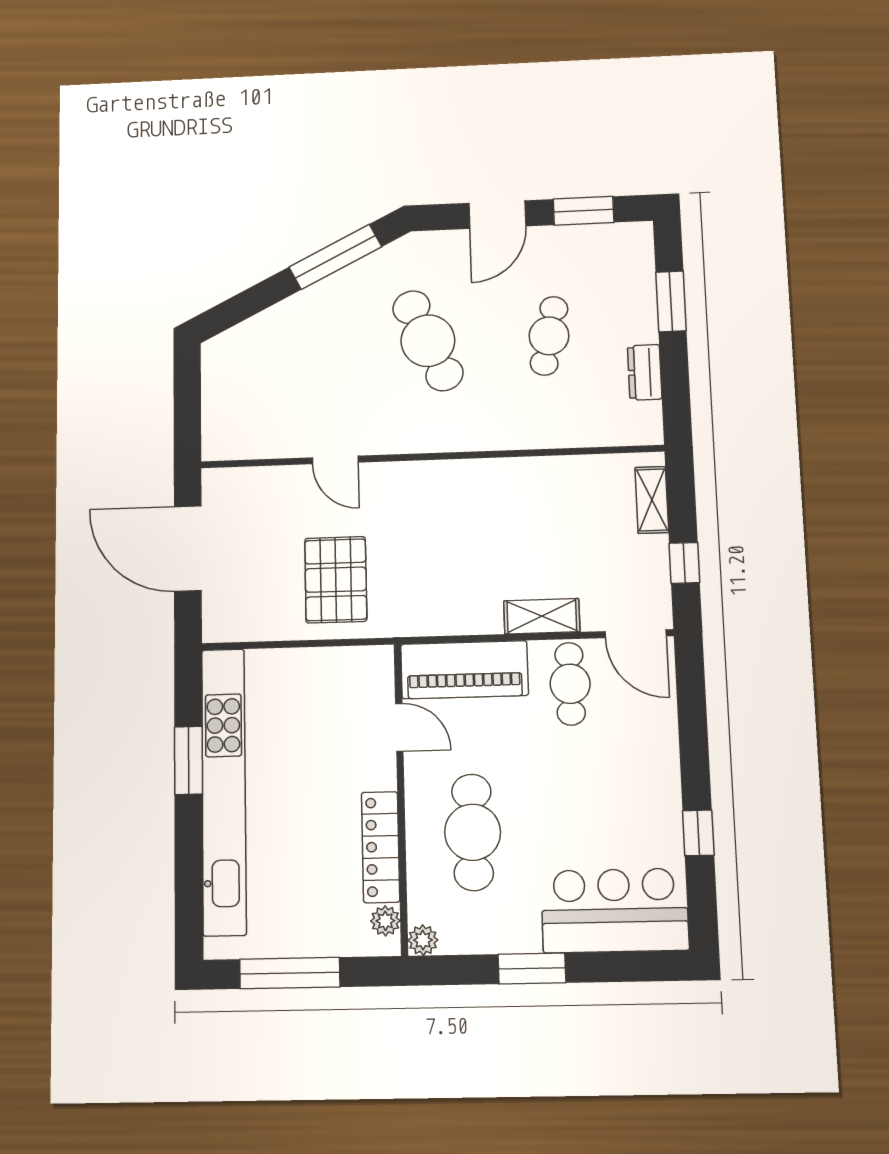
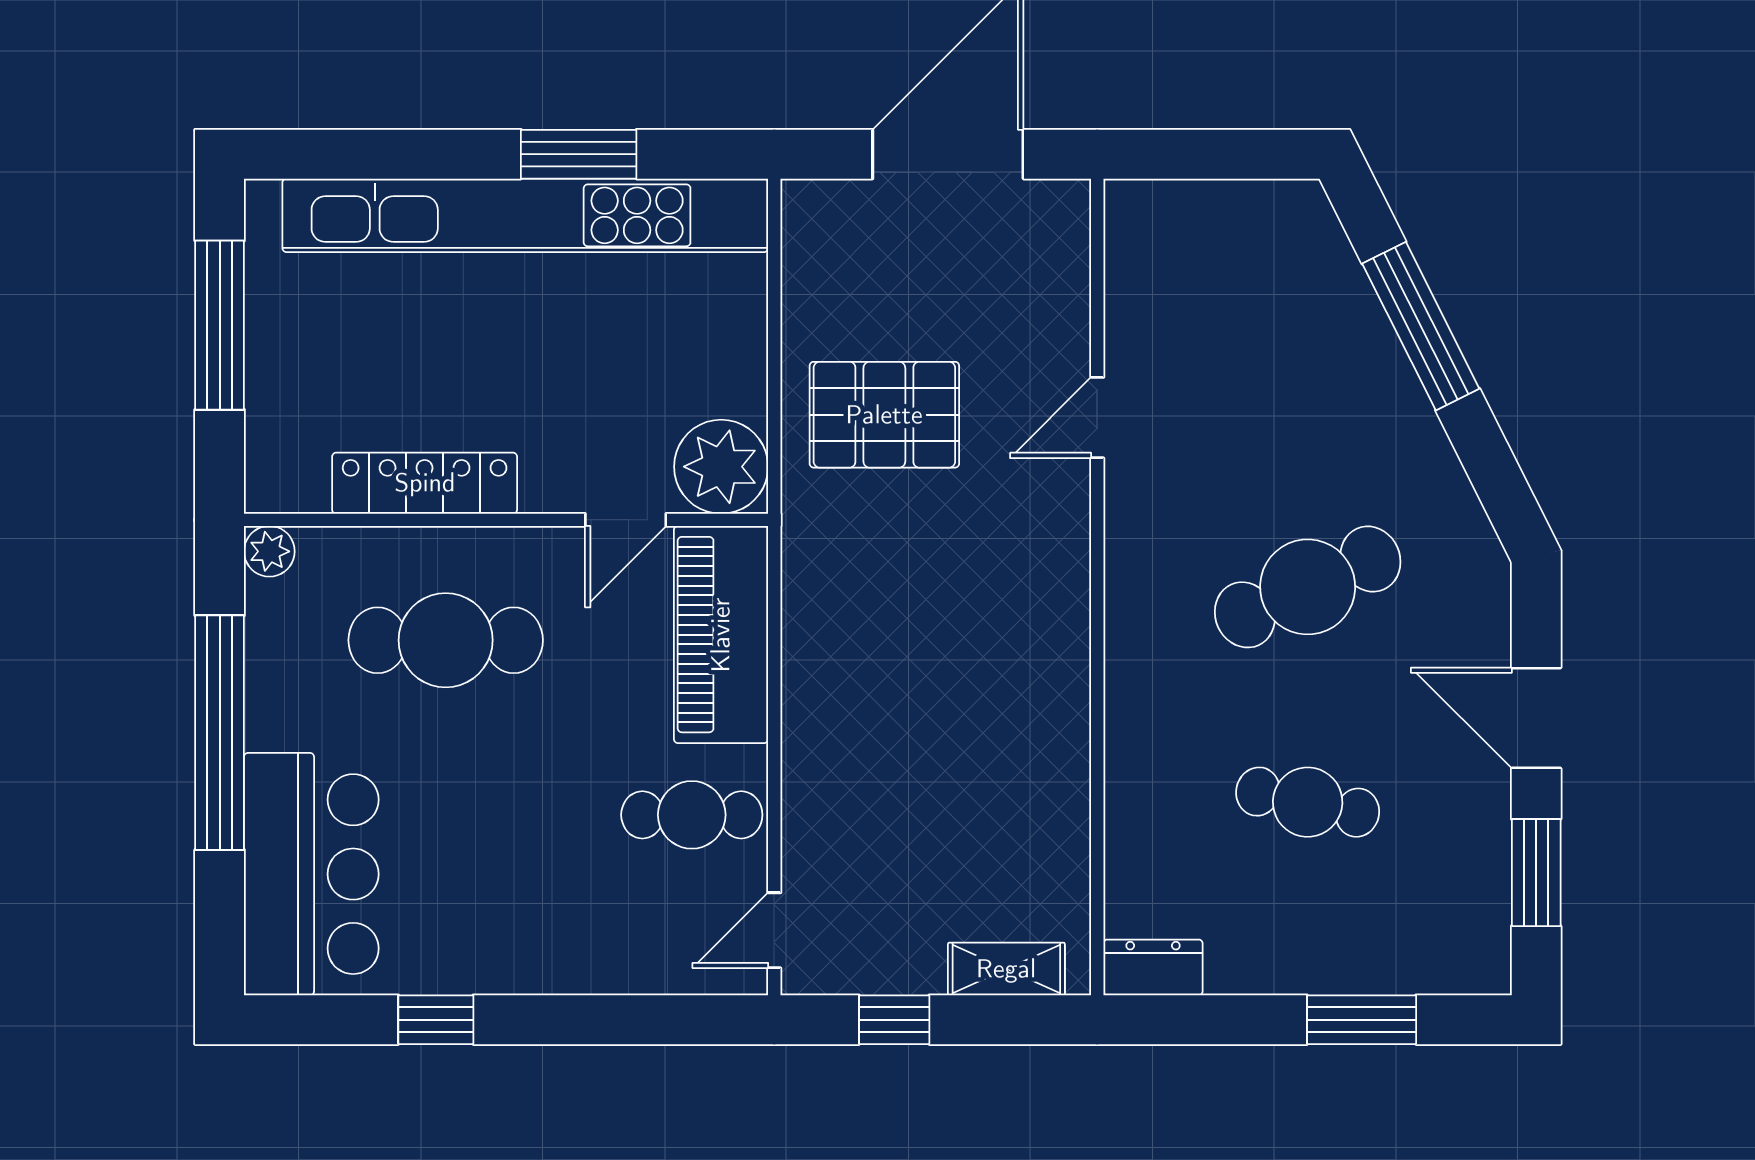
window: (335, 257) -> (1421, 326), moved
dresser: (645, 372) -> (1153, 967), moved
shelving: (542, 616) -> (809, 771), removed
door: (636, 634) -> (774, 930), width x0.73
plant: (385, 921) -> (721, 467), moved, width x1.87, depth x1.87
window: (532, 968) -> (220, 733), width x2.11

